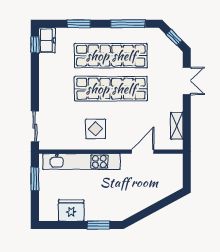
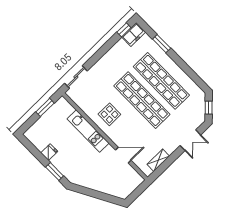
window: (128, 24) -> (190, 73), removed
kitchen unit: (82, 162) -> (88, 131), width x0.73
fridge: (71, 210) -> (49, 152), width x0.53, depth x0.75

